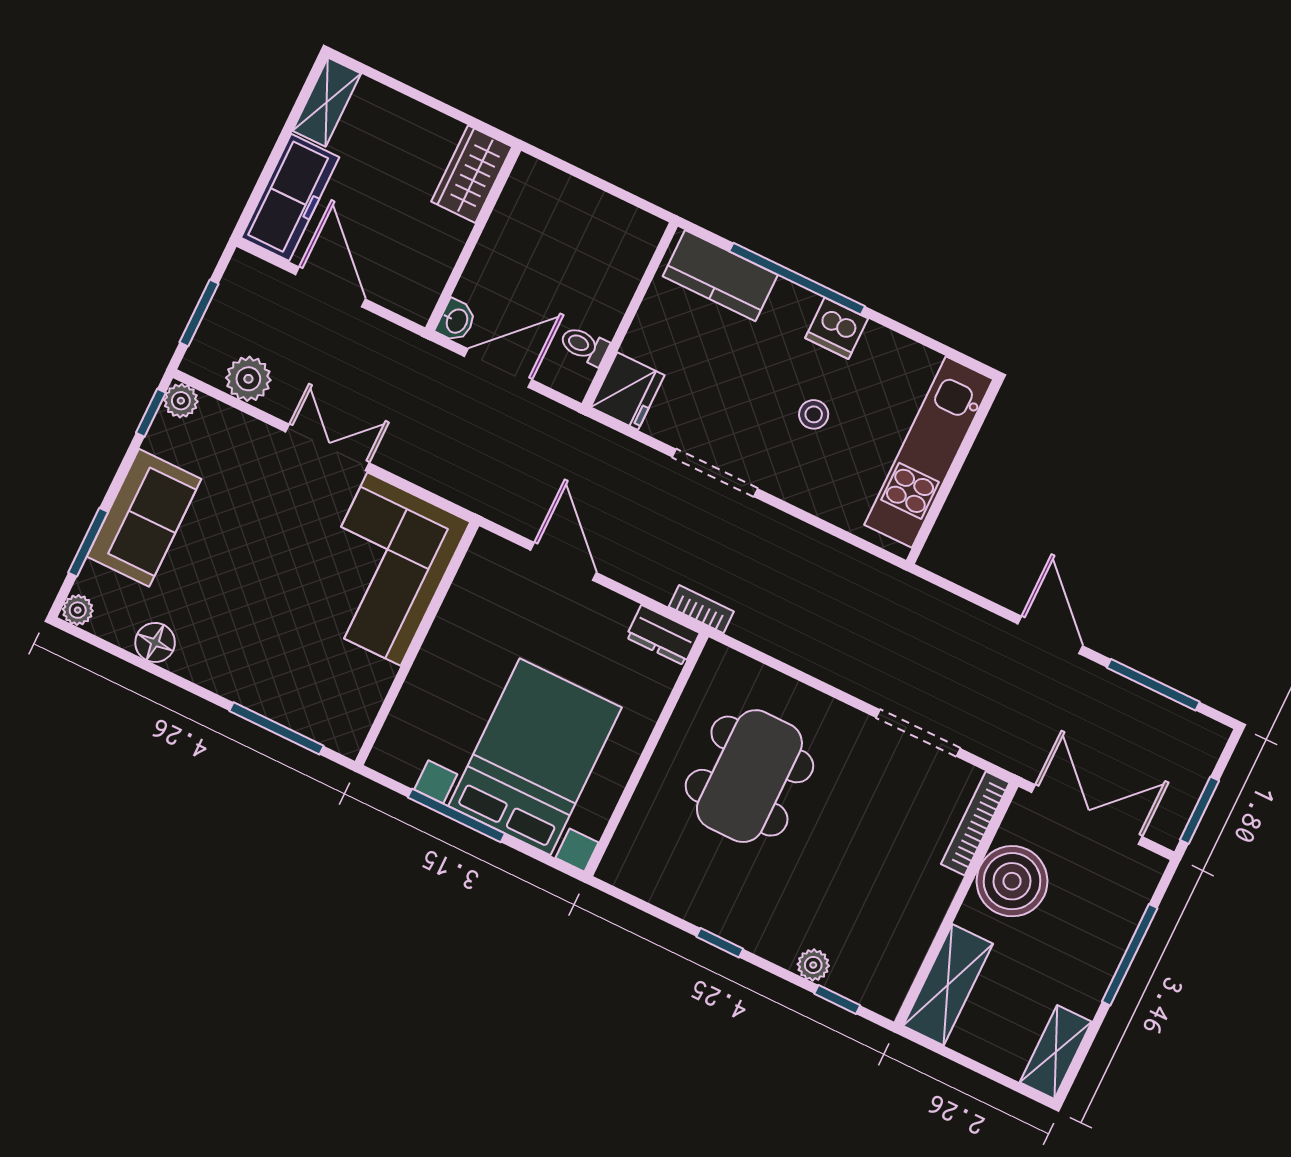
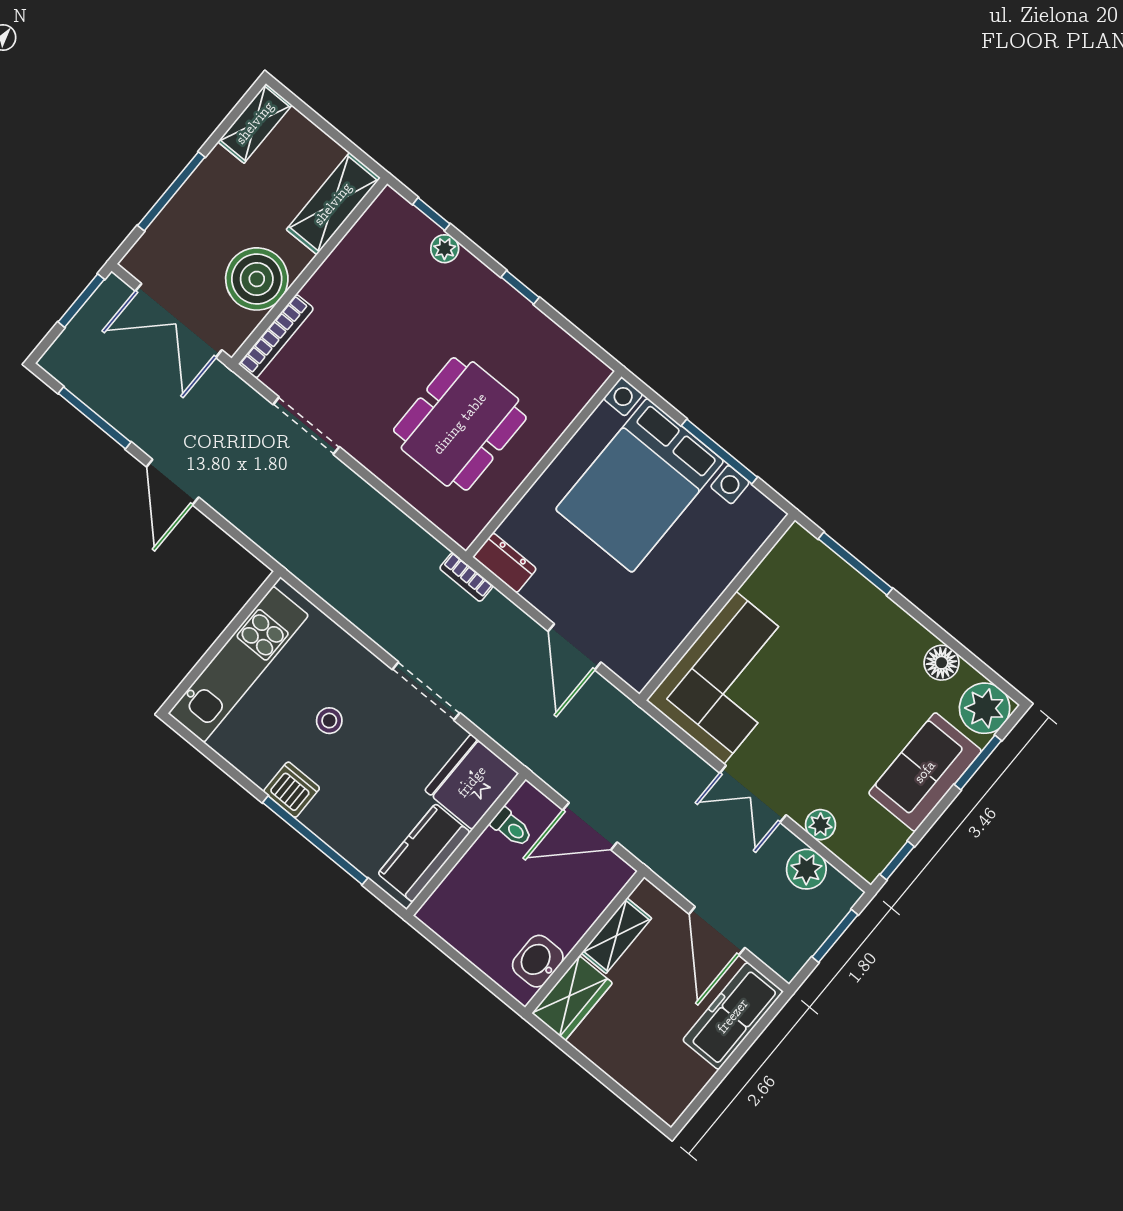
shelving: (327, 102) -> (616, 936), moved
kitchen counter: (720, 276) -> (424, 853), moved, turned -90
washbasin: (456, 321) -> (538, 961), moved, width x1.38, depth x1.45
fridge: (628, 391) -> (472, 782), width x1.36, depth x1.34
plant: (181, 401) -> (820, 825), moved
plant: (78, 610) -> (985, 708), width x1.88, depth x1.88

